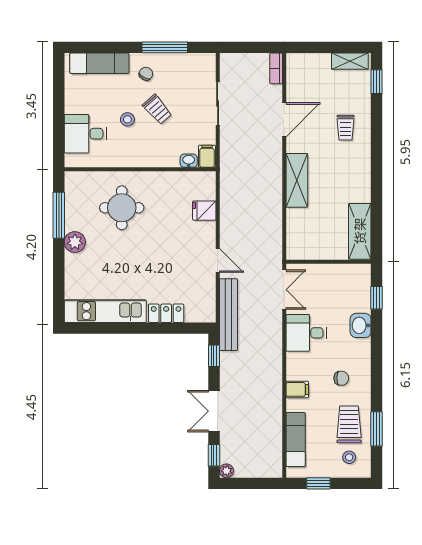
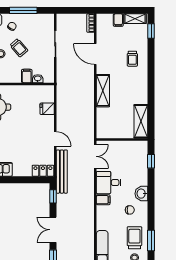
filing cabinet: (322, 63) -> (118, 20), added
door: (284, 120) -> (95, 54), swing flipped
filing cabinet: (207, 156) -> (27, 76), moved
locker: (166, 313) -> (43, 171), moved
washbasin: (361, 325) -> (141, 194), moved
filing cabinet: (297, 389) -> (103, 200), moved

